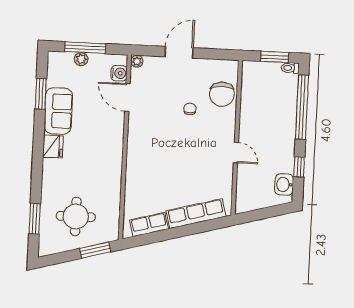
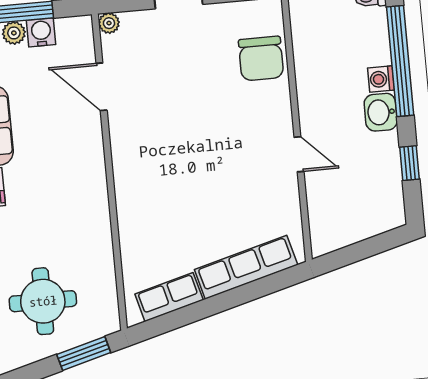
water cooler: (119, 73) -> (41, 32), moved, turned -90
chair: (190, 109) -> (211, 91), removed
washing machine: (289, 116) -> (381, 79), added
washbasin: (284, 184) -> (381, 112), moved

